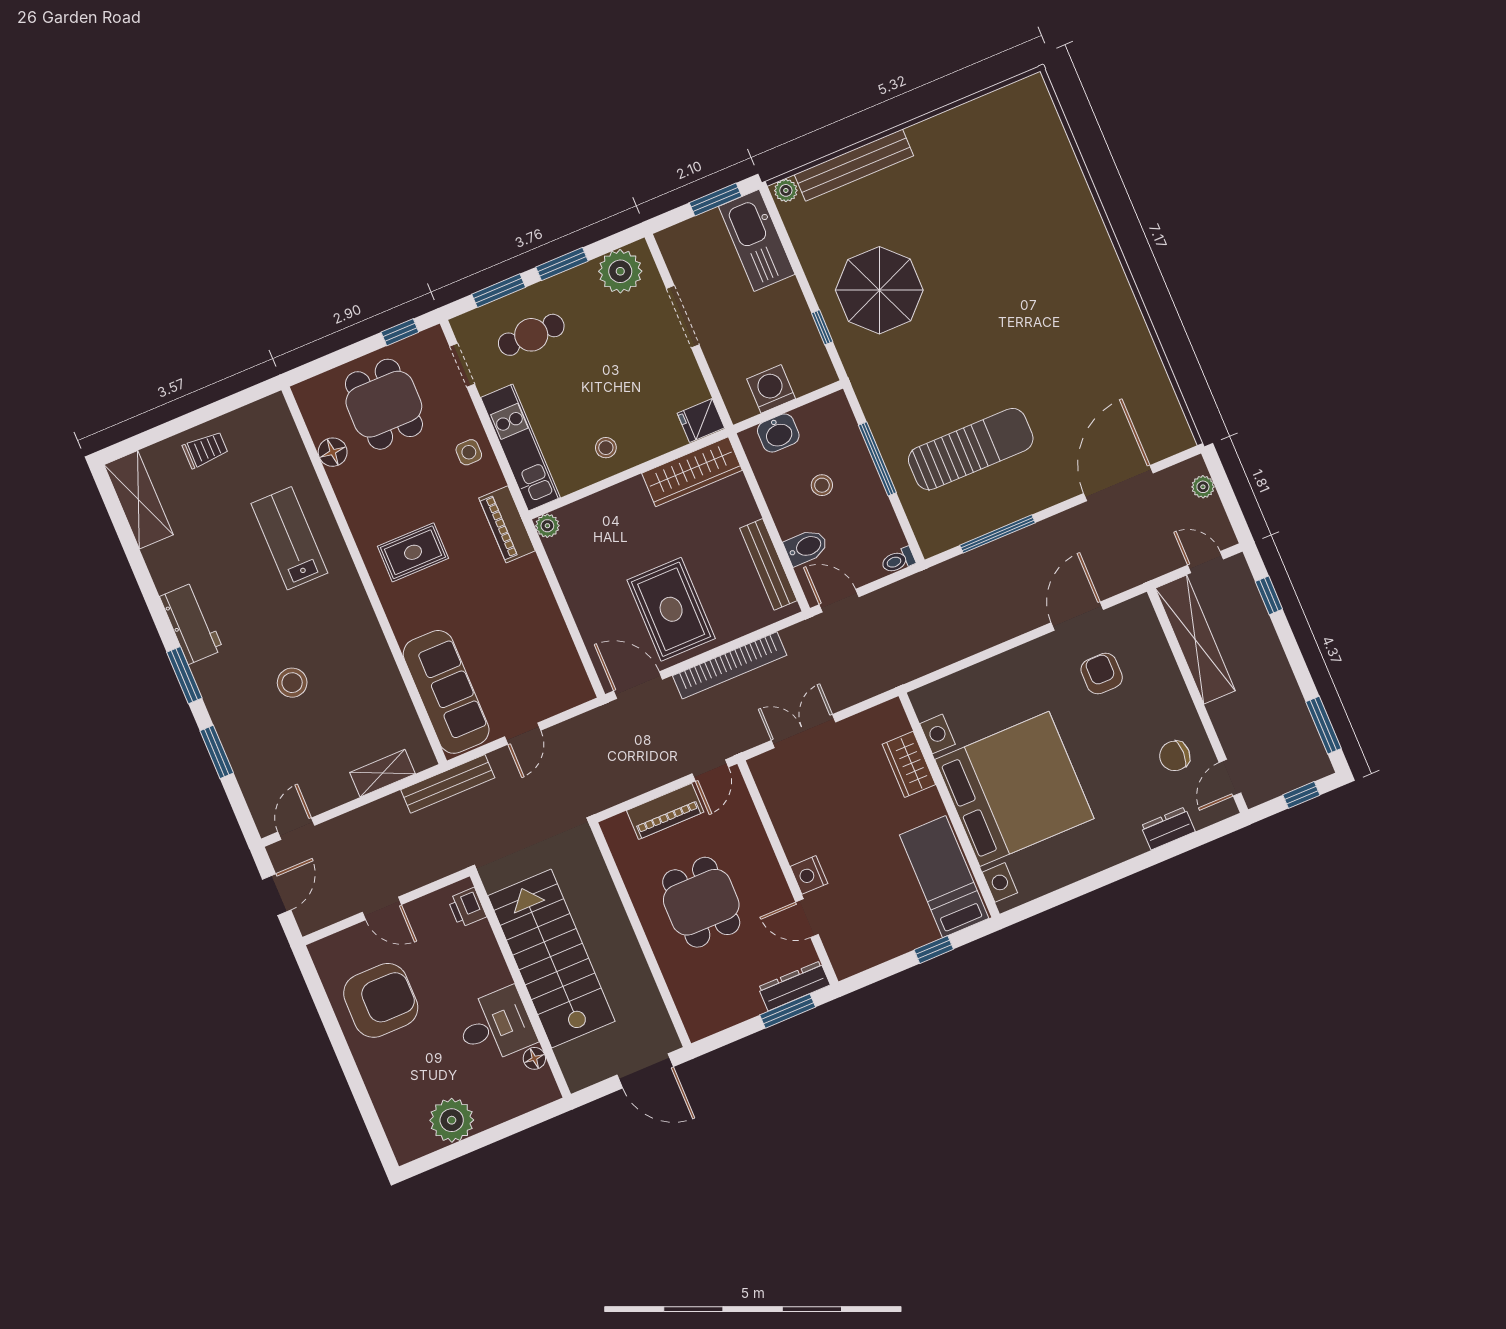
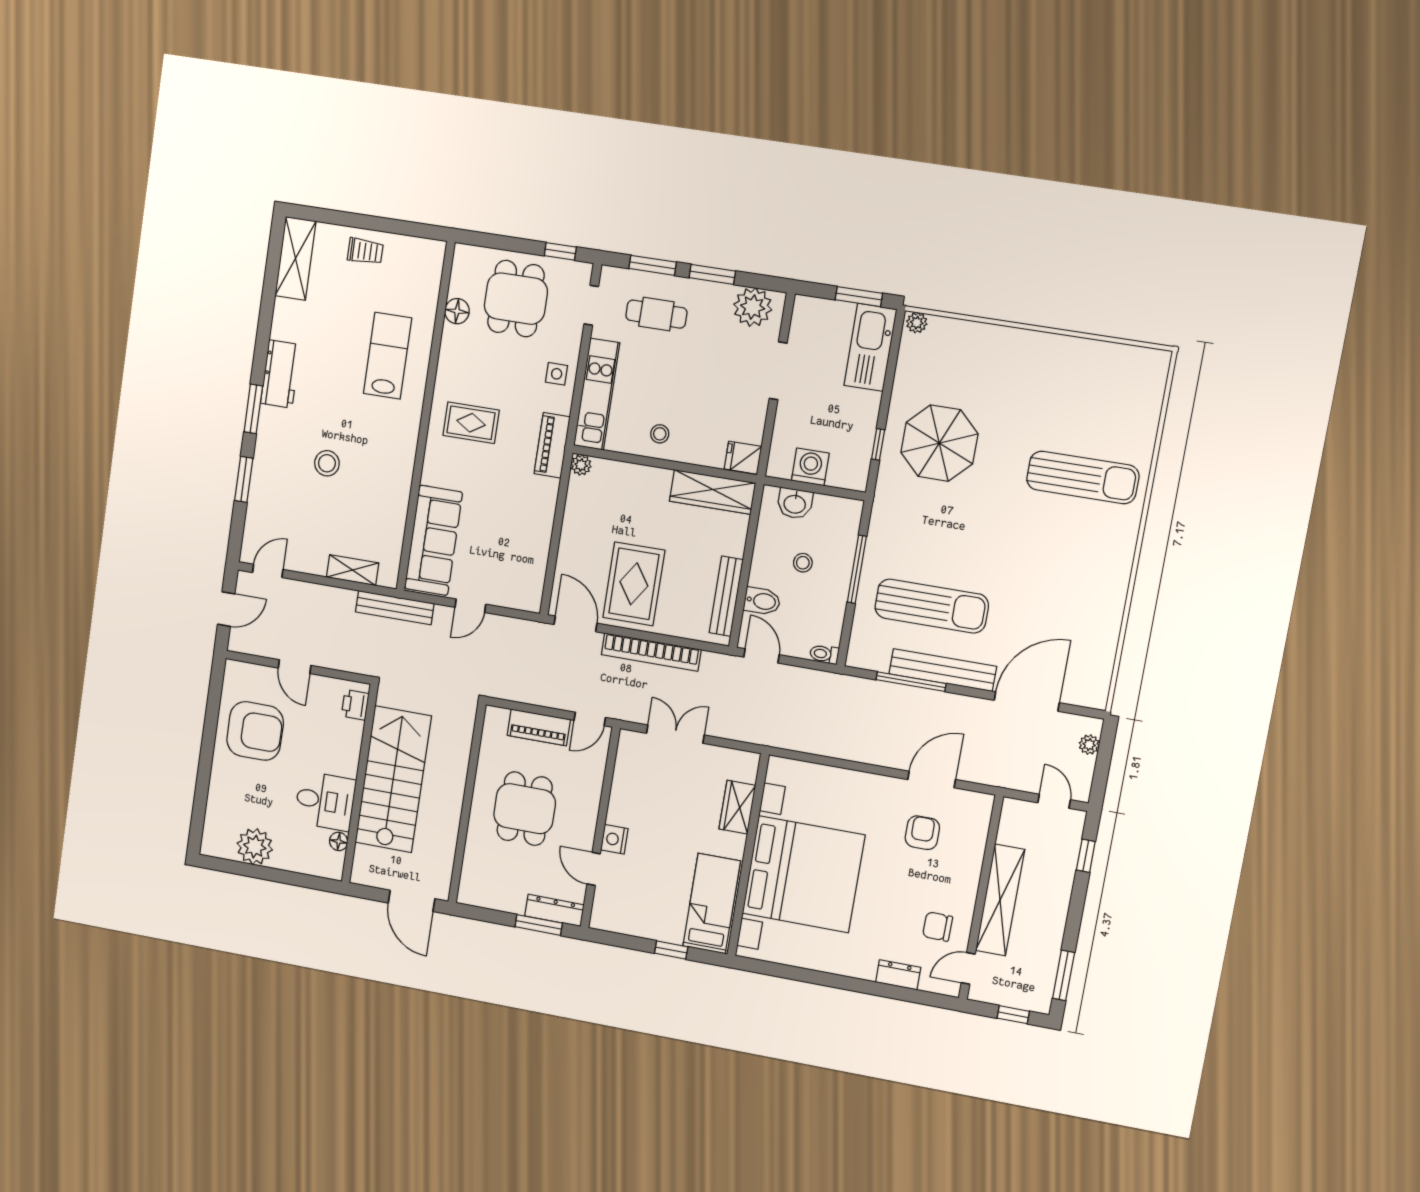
bench: (854, 165) -> (943, 670), moved
sun lounger: (1034, 239) -> (1083, 477), added
shelving: (1195, 640) -> (1000, 900), moved

